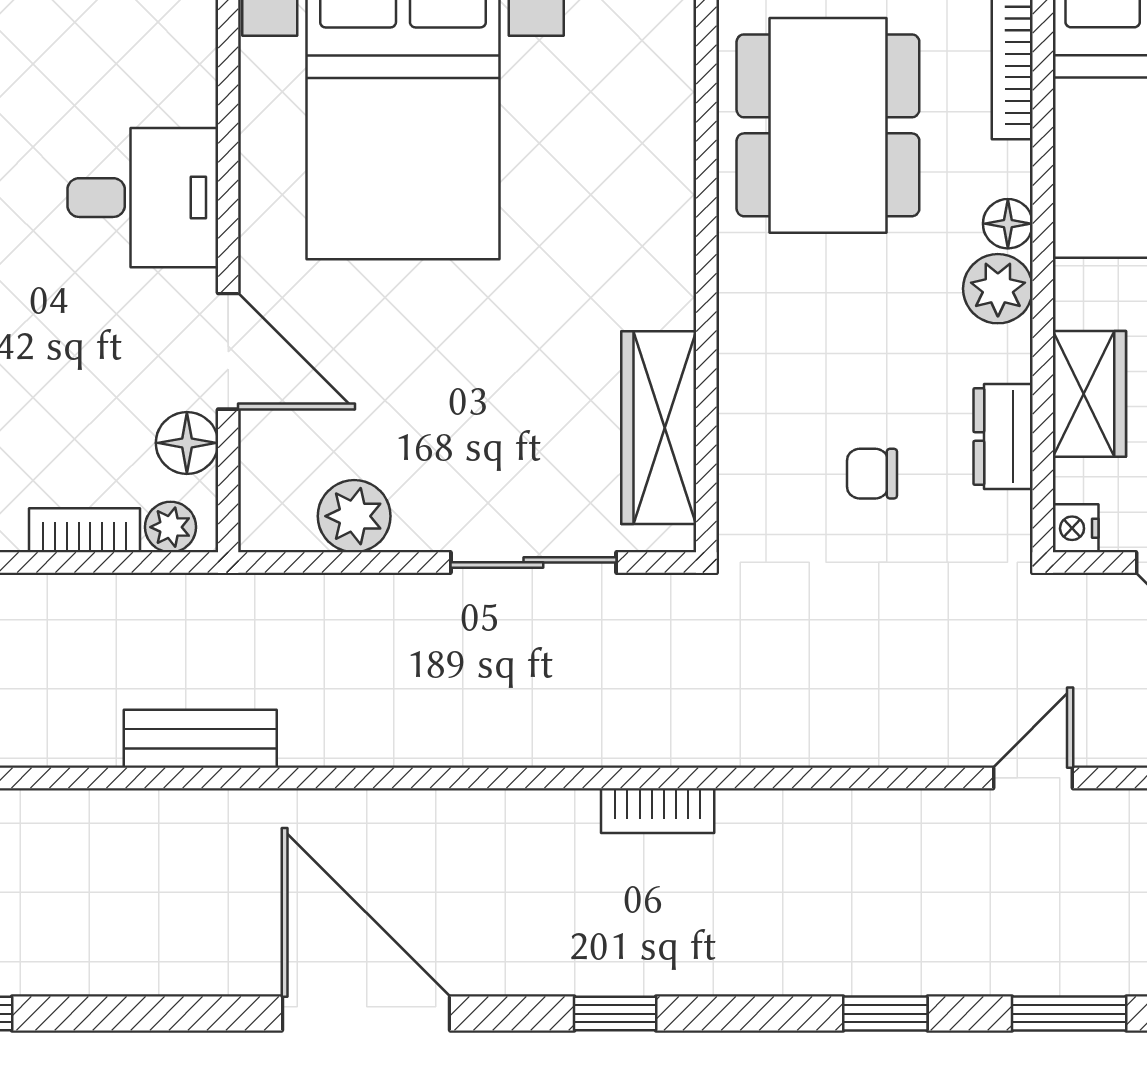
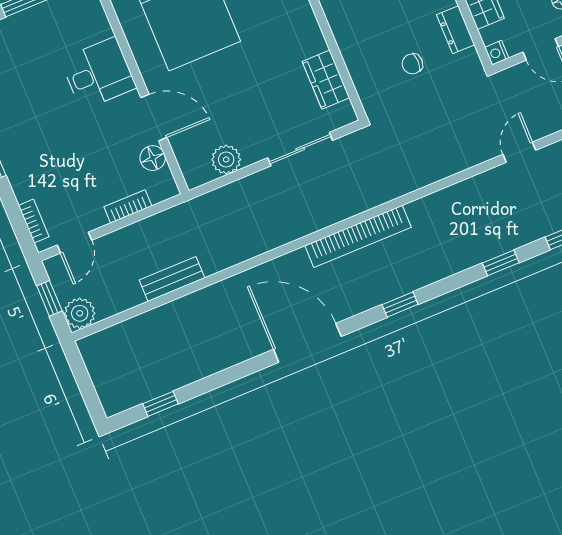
wardrobe: (659, 428) -> (326, 80), width x0.67
plant: (171, 527) -> (159, 192), removed
bench: (200, 739) -> (172, 279), moved
bookcase: (658, 811) -> (358, 236), width x2.31, depth x1.31

